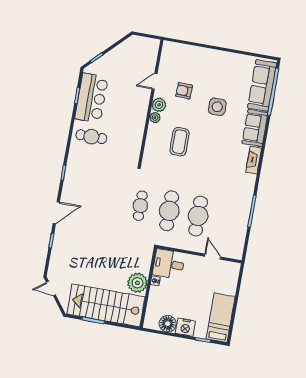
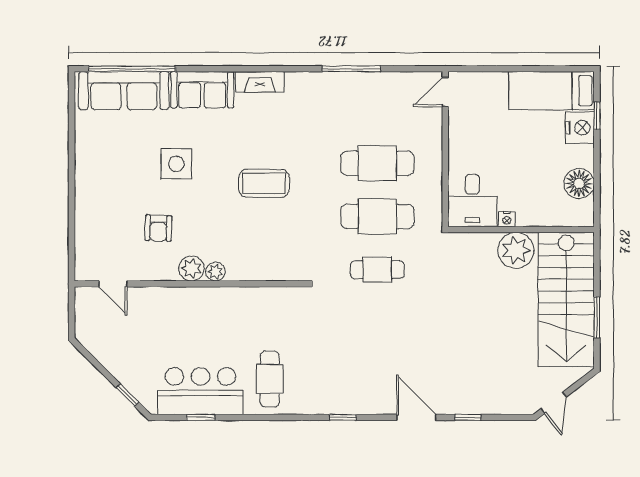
door: (155, 81) -> (113, 284), moved
coffee table: (180, 142) -> (264, 183), moved
door: (213, 257) -> (445, 92), moved
nightstand: (185, 327) -> (580, 128), moved

